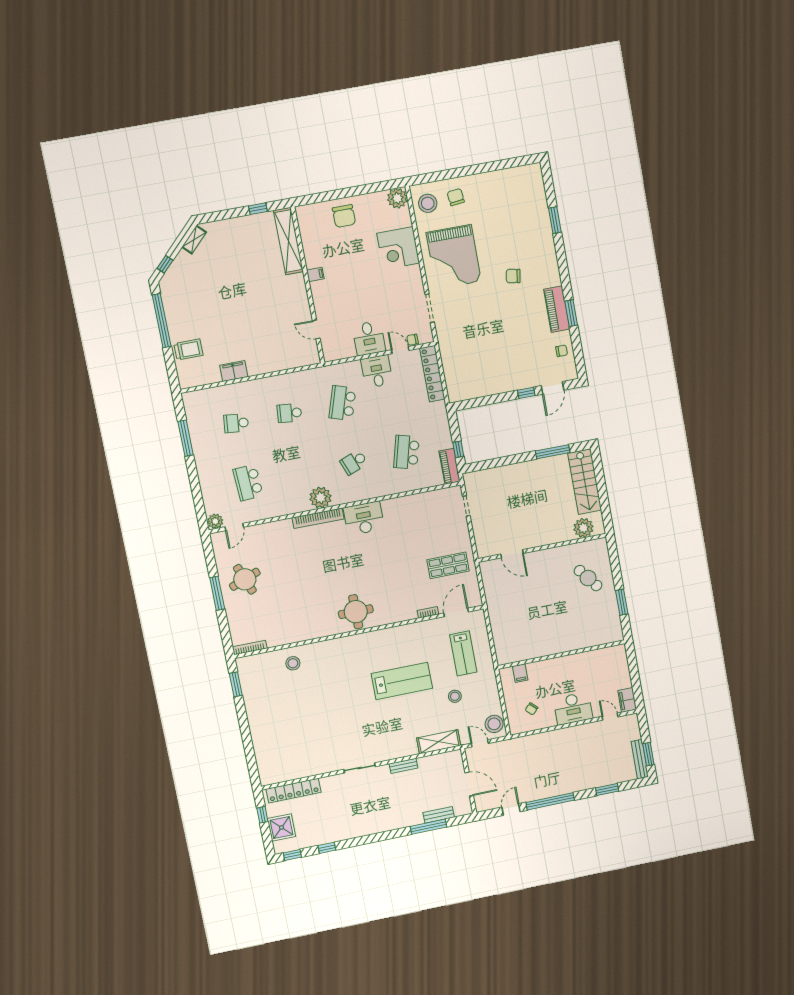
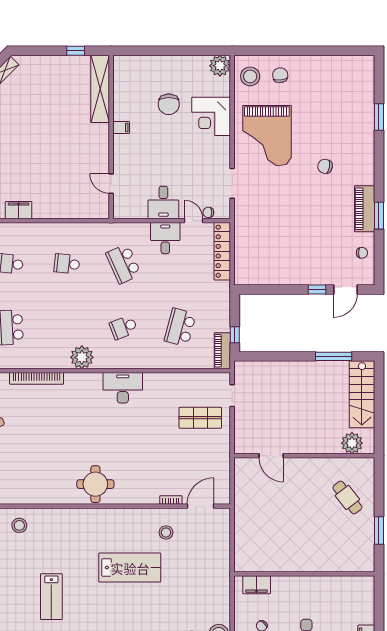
chair: (344, 216) -> (169, 104), moved
school desk: (342, 403) -> (124, 264), turned -42
bookcase: (318, 518) -> (37, 378), moved
shop shelf: (448, 565) -> (200, 418), moved
lab bench: (463, 653) -> (51, 597), moved
filing cabinet: (520, 673) -> (257, 585), width x2.00
stool: (455, 696) -> (166, 532), moved

